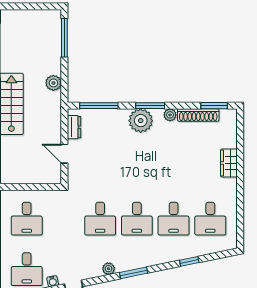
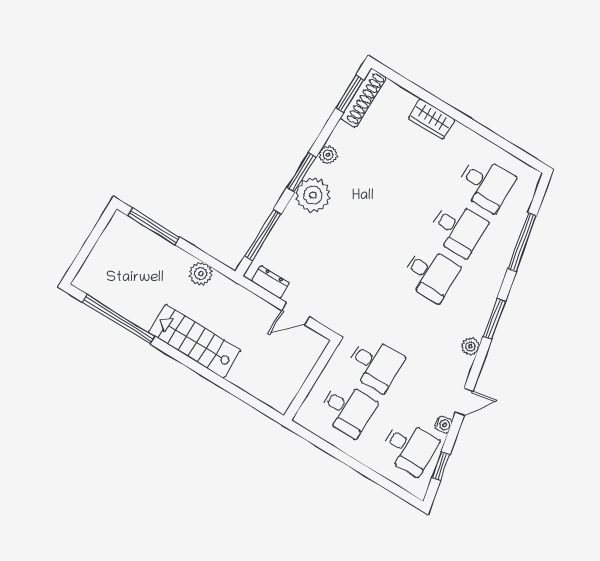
shoe rack: (198, 115) -> (363, 98), moved
desk: (100, 219) -> (375, 364), moved
window: (189, 261) -> (522, 242), width x2.17

